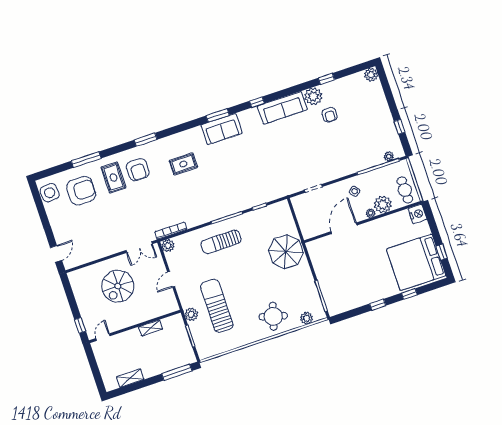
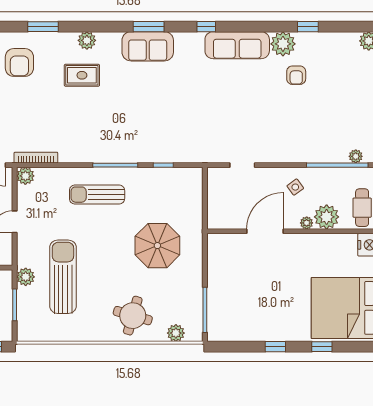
plant: (179, 139) -> (87, 40), added
parasol: (286, 252) -> (157, 246), moved

